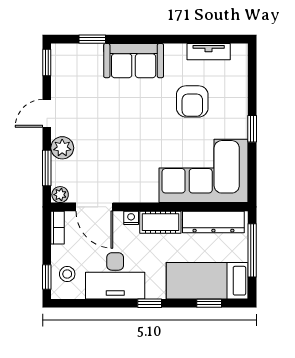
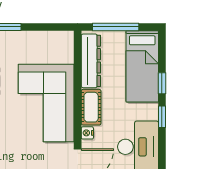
corner sofa: (204, 171) -> (46, 103), moved
window: (209, 303) -> (162, 83), moved

